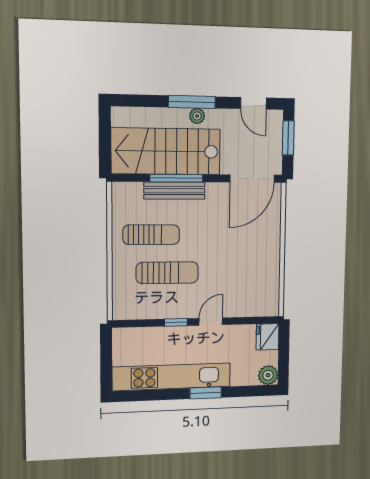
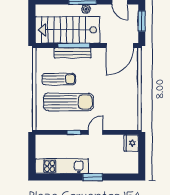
sun lounger: (167, 273) -> (69, 102), width x1.36, depth x1.34
plant: (268, 375) -> (132, 167), removed
kitchen unit: (172, 377) -> (62, 166), width x0.73

